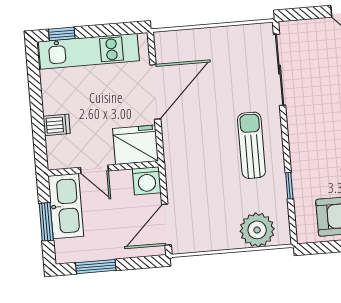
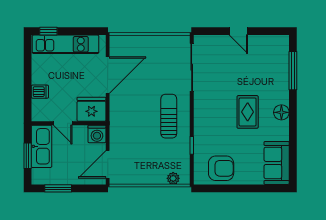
plant: (257, 230) -> (173, 178), width x0.53, depth x0.53

